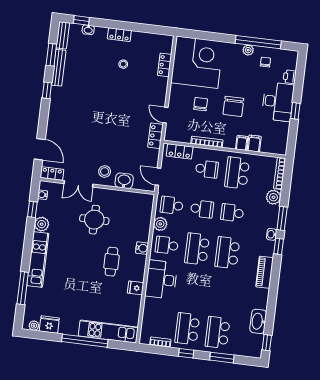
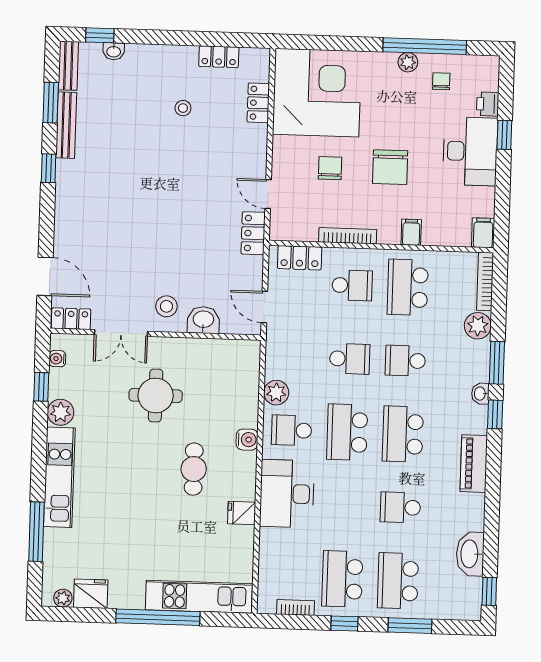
locker: (119, 35) -> (219, 57), moved
window: (295, 111) -> (504, 135), moved
filing cabinet: (254, 143) -> (483, 233), moved
school desk: (172, 205) -> (400, 507), moved

